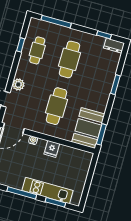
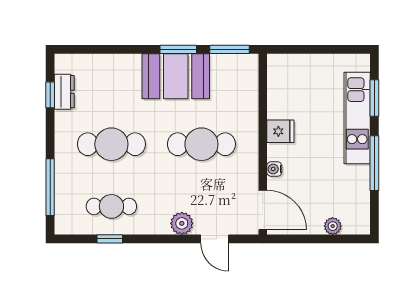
dresser: (114, 46) -> (64, 92), moved
window: (115, 85) -> (178, 49), moved
booth: (88, 128) -> (176, 76), moved

